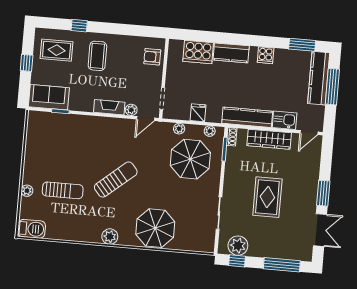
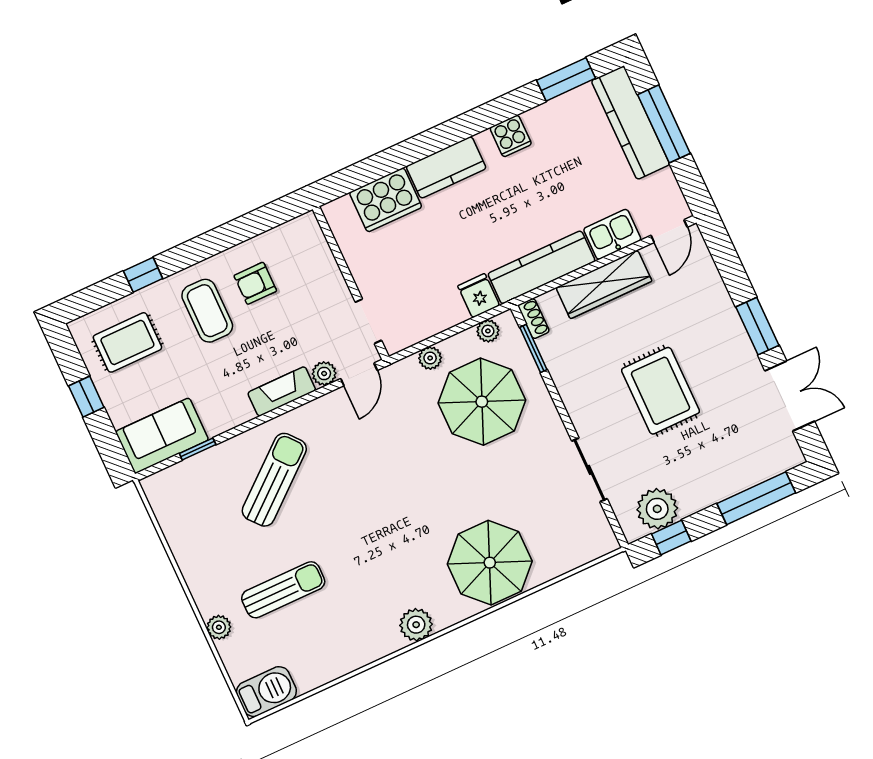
armchair: (152, 57) -> (255, 283), moved
fridge: (198, 113) -> (479, 296), moved
sun lounger: (116, 180) -> (274, 480), moved

